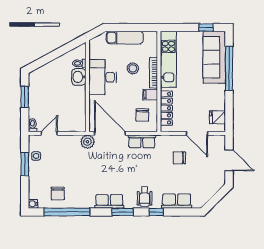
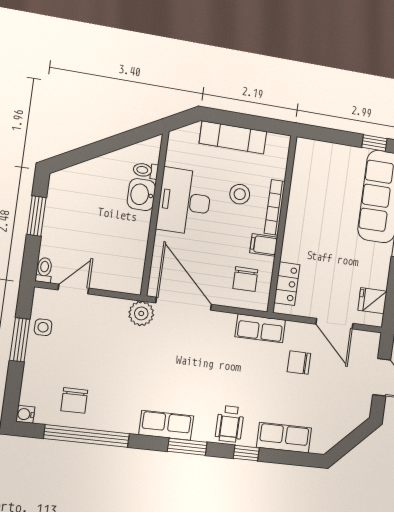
kitchen unit: (168, 59) -> (303, 188), removed
locker: (166, 108) -> (287, 284), width x0.66
row of seats: (142, 141) -> (260, 328), moved

